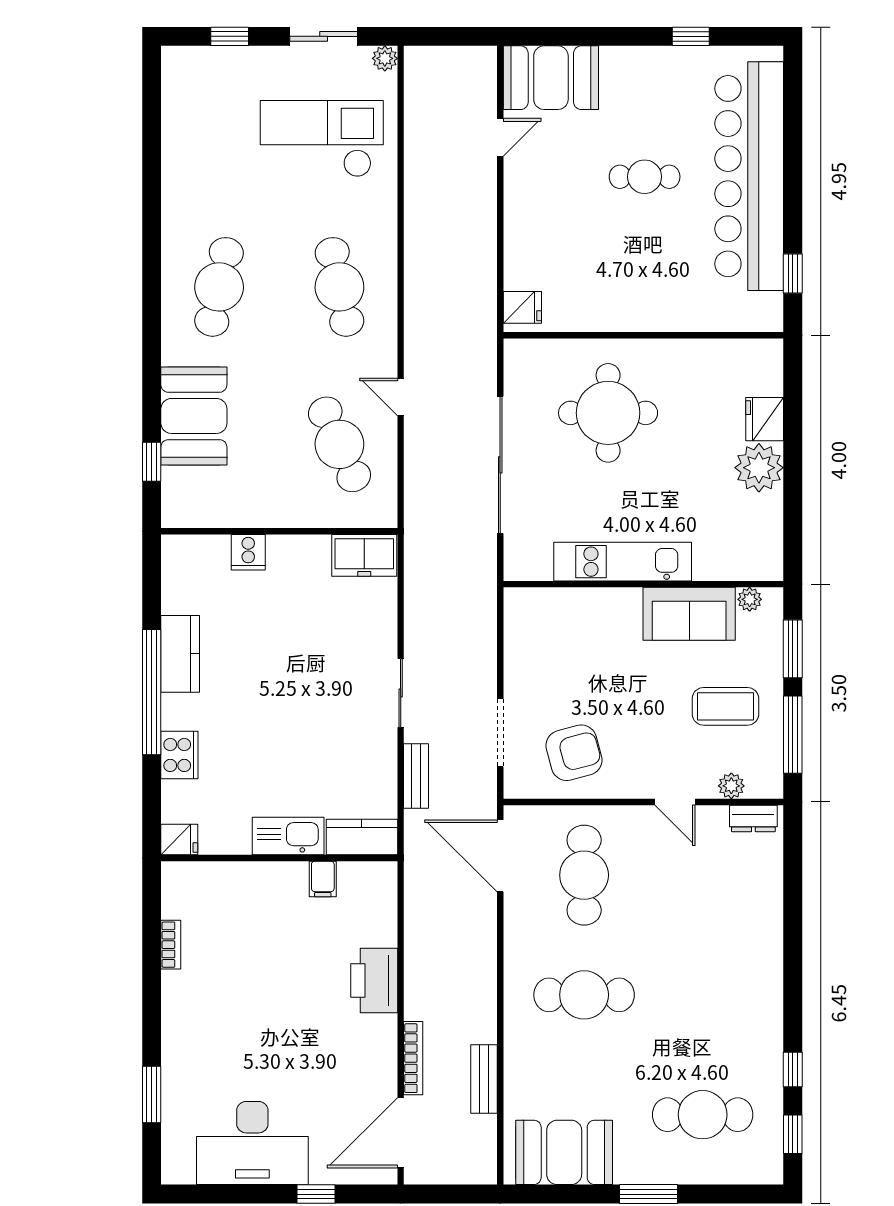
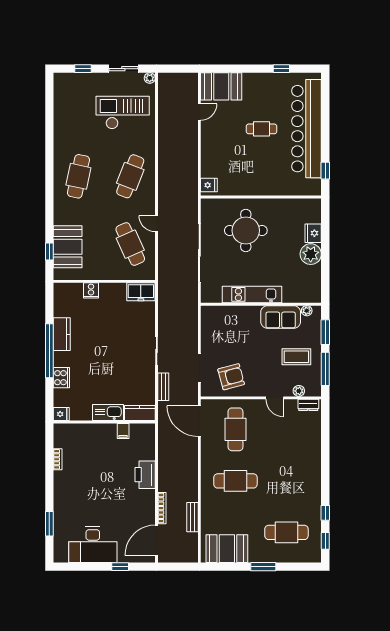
cafe table: (339, 287) -> (130, 176), turned 33
booth: (194, 416) -> (68, 247), moved

